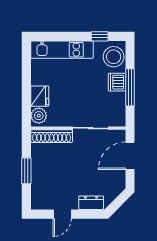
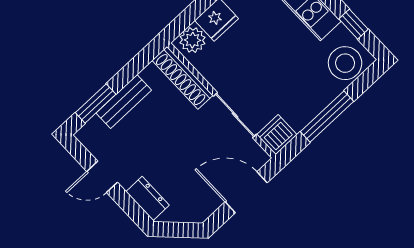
dishwasher: (117, 82) -> (277, 135), moved
window: (26, 171) -> (96, 103), moved
bench: (37, 173) -> (124, 102), added

